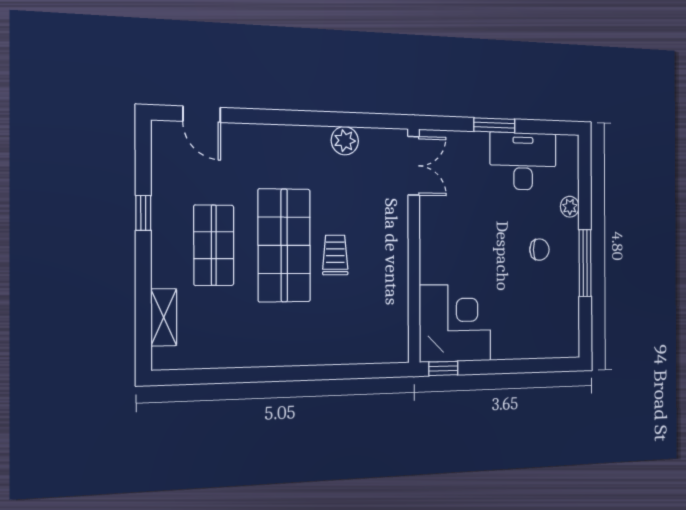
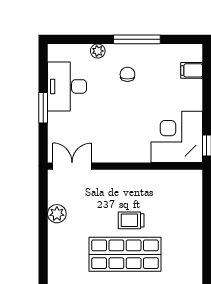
filing cabinet: (545, 343) -> (192, 70), added

